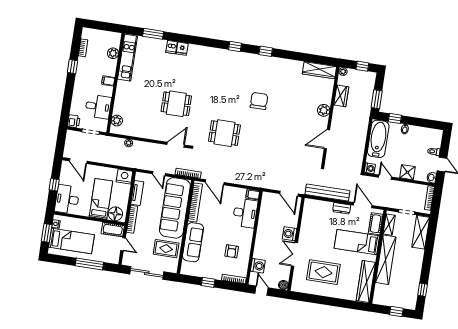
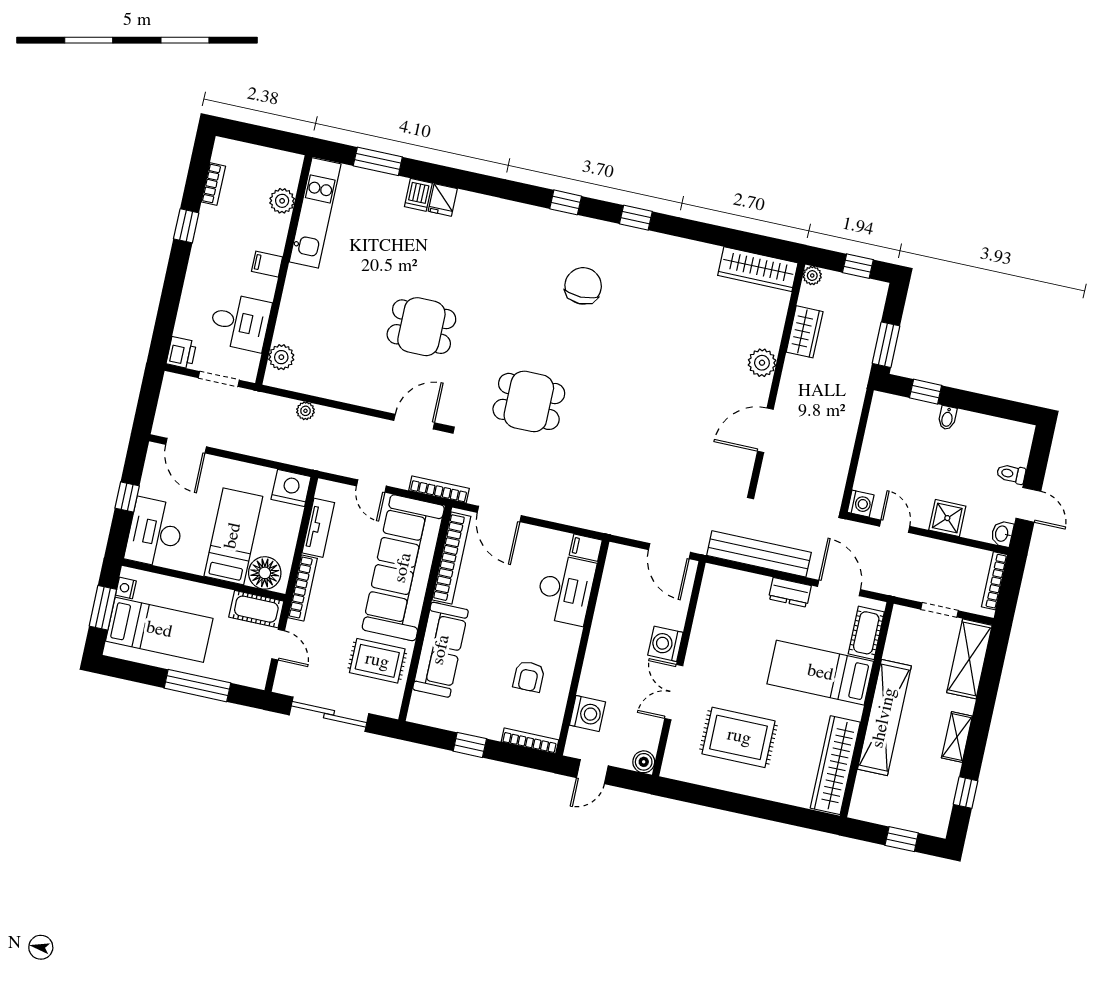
chair: (259, 101) -> (583, 286), moved
bathtub: (378, 139) -> (884, 437), removed
shelving: (389, 225) -> (957, 737), moved
door: (262, 291) -> (592, 772), swing flipped

